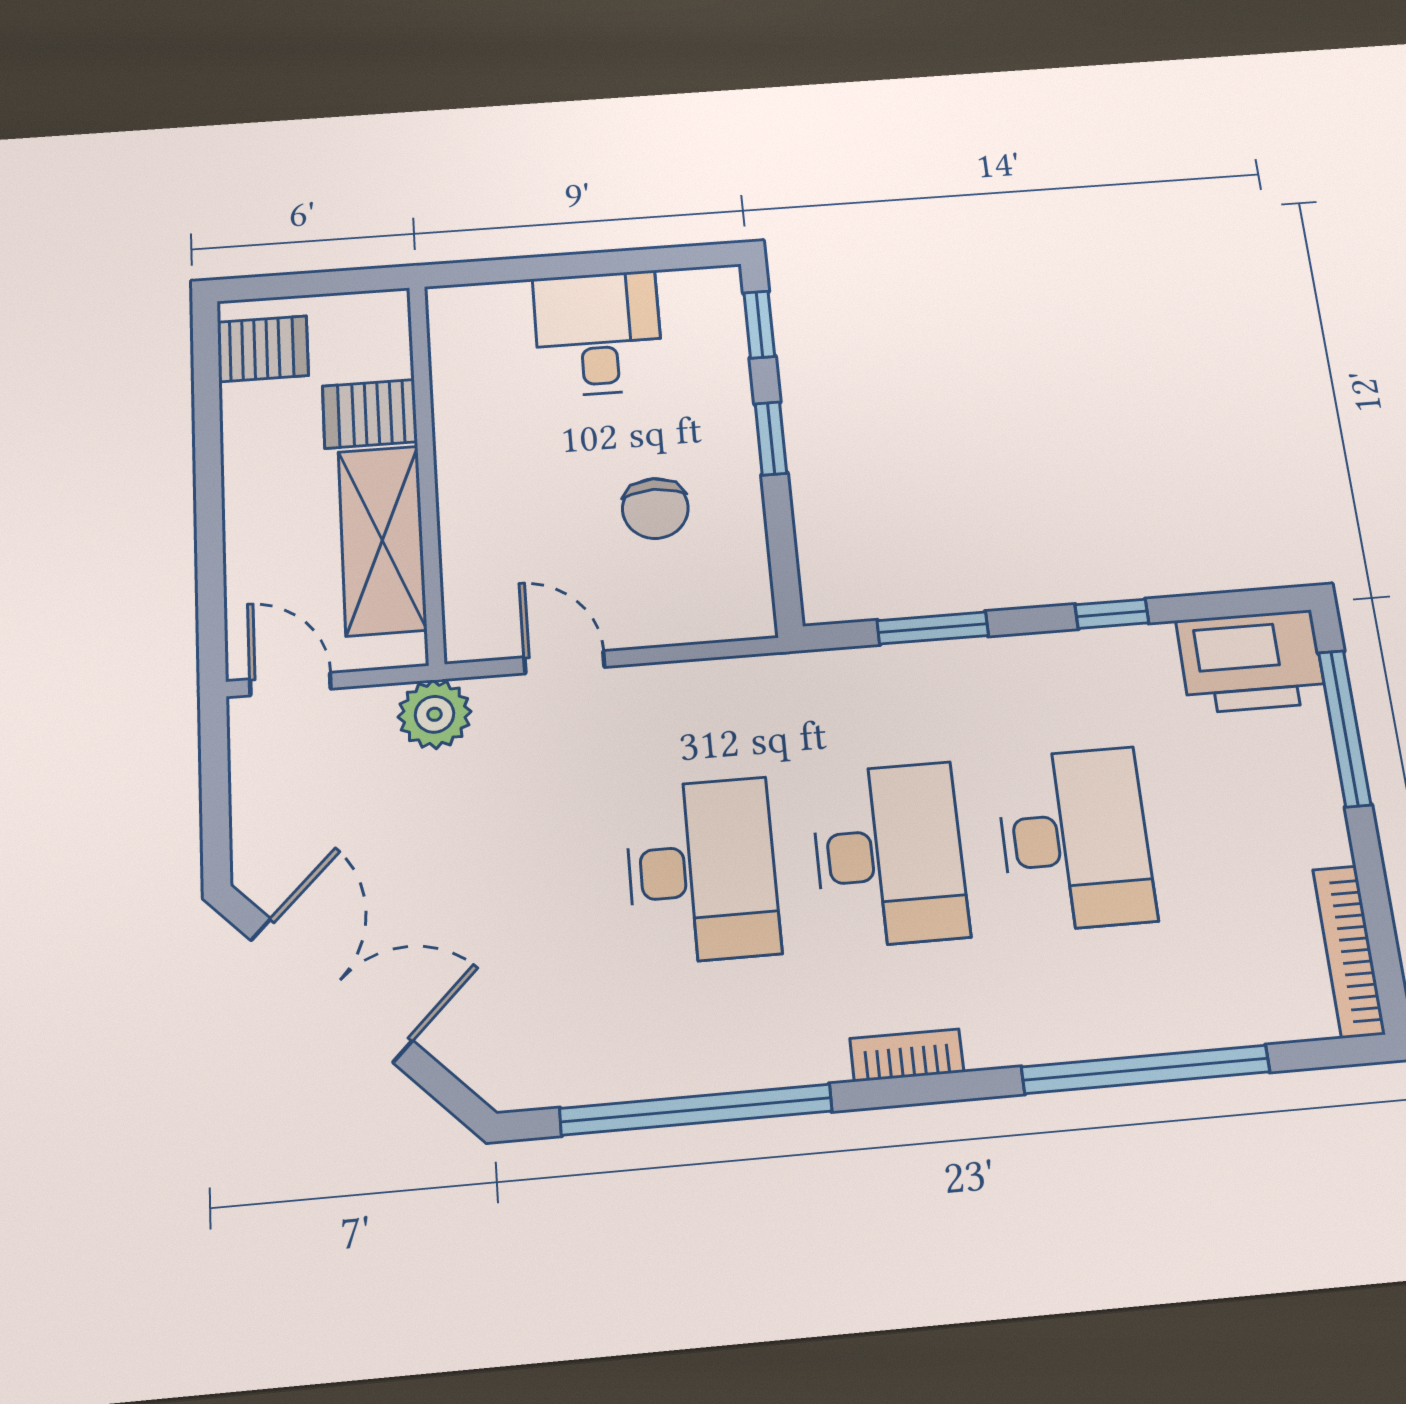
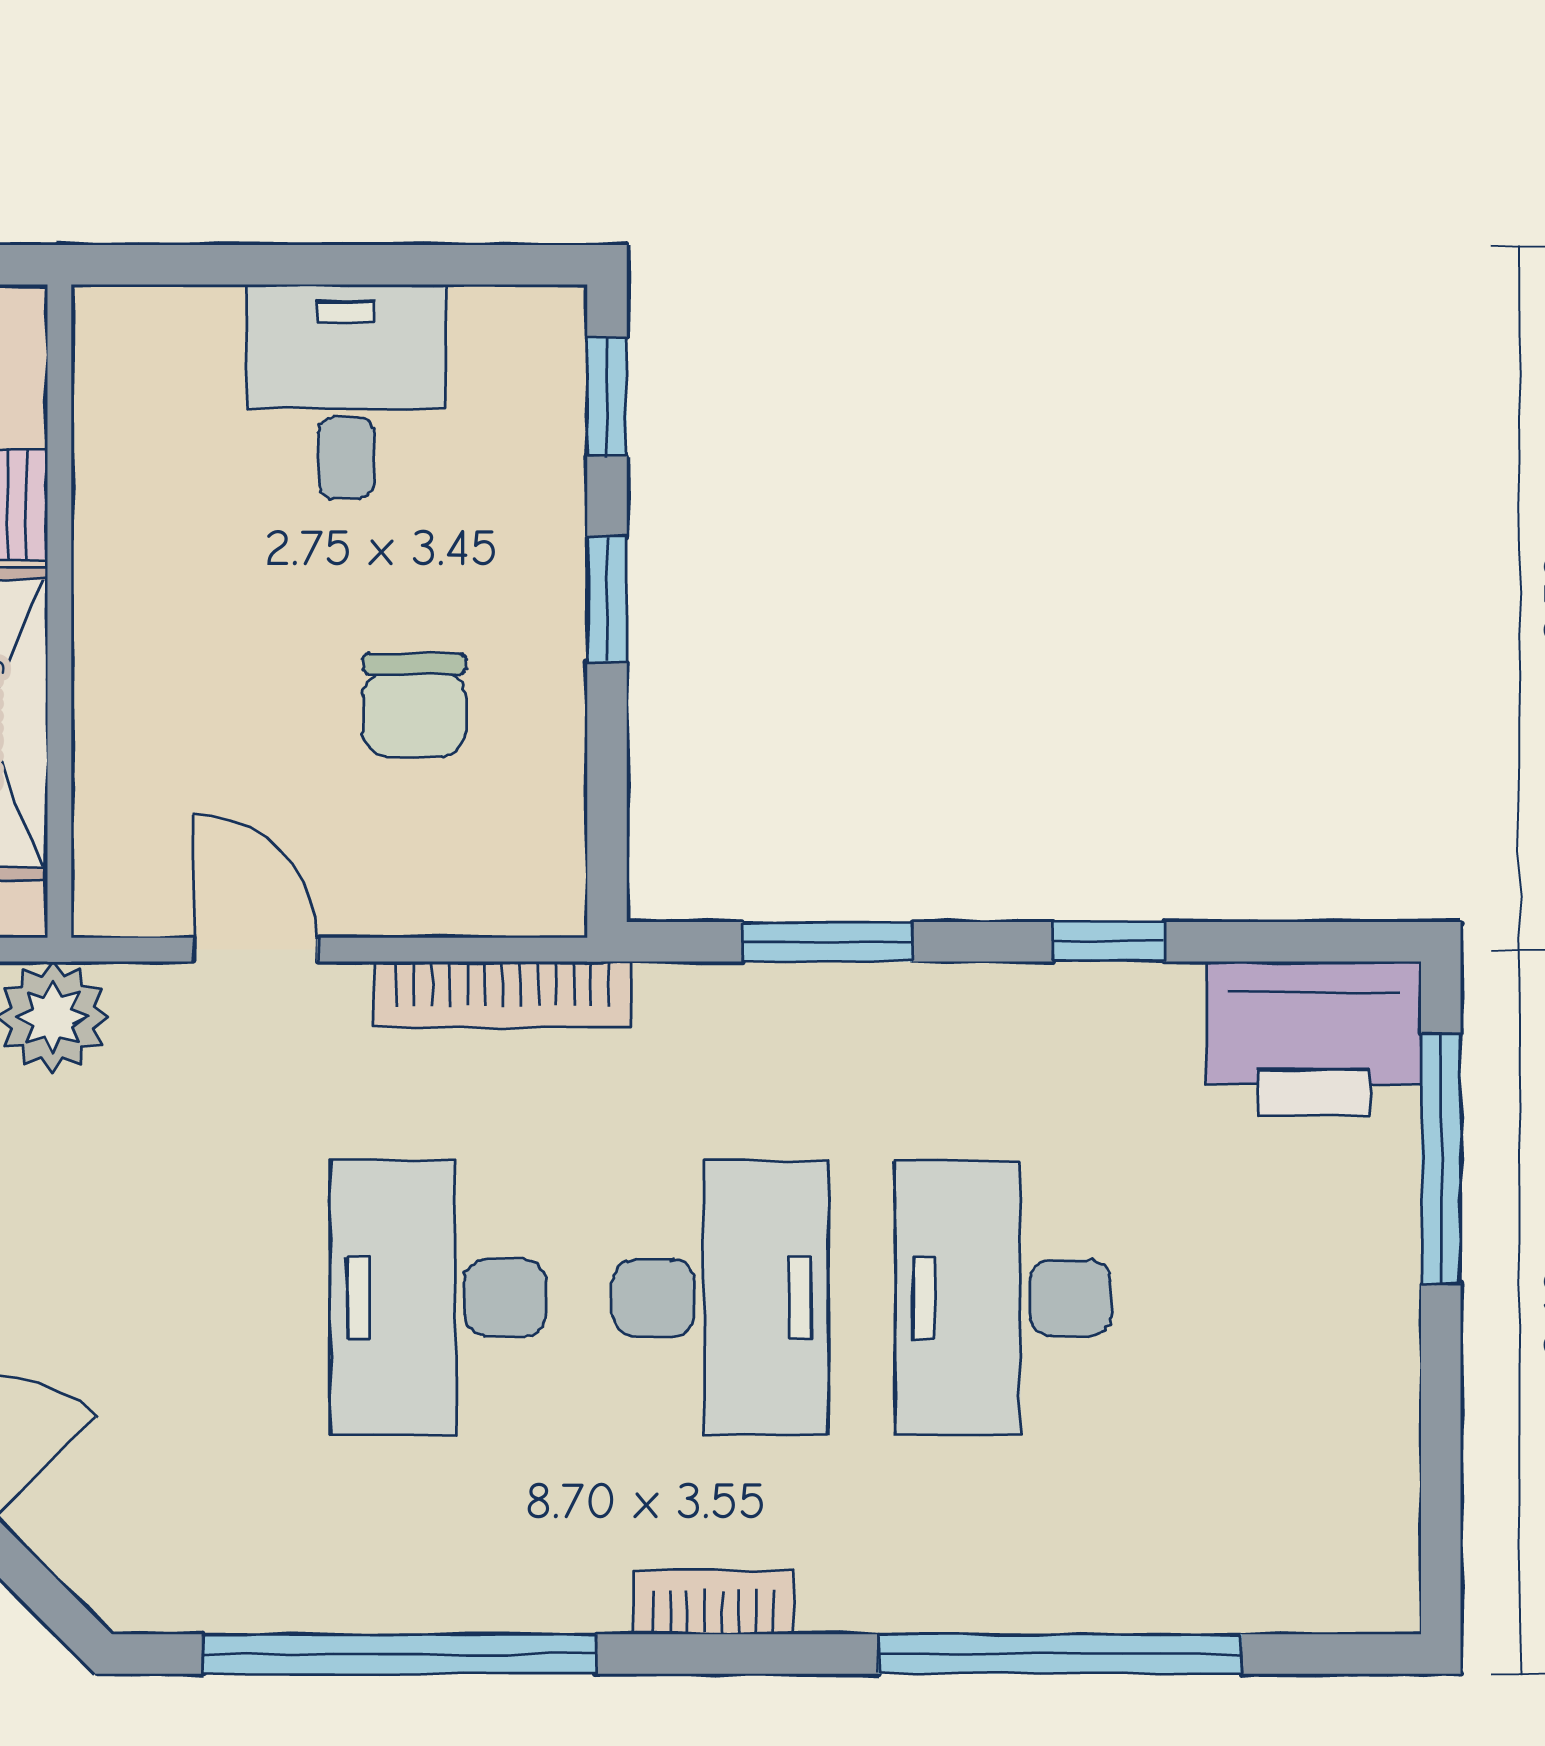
desk: (1075, 839) -> (1003, 1298), turned 180
desk: (702, 870) -> (438, 1298), turned 180
bookcase: (1349, 951) -> (503, 994), moved, turned -90

